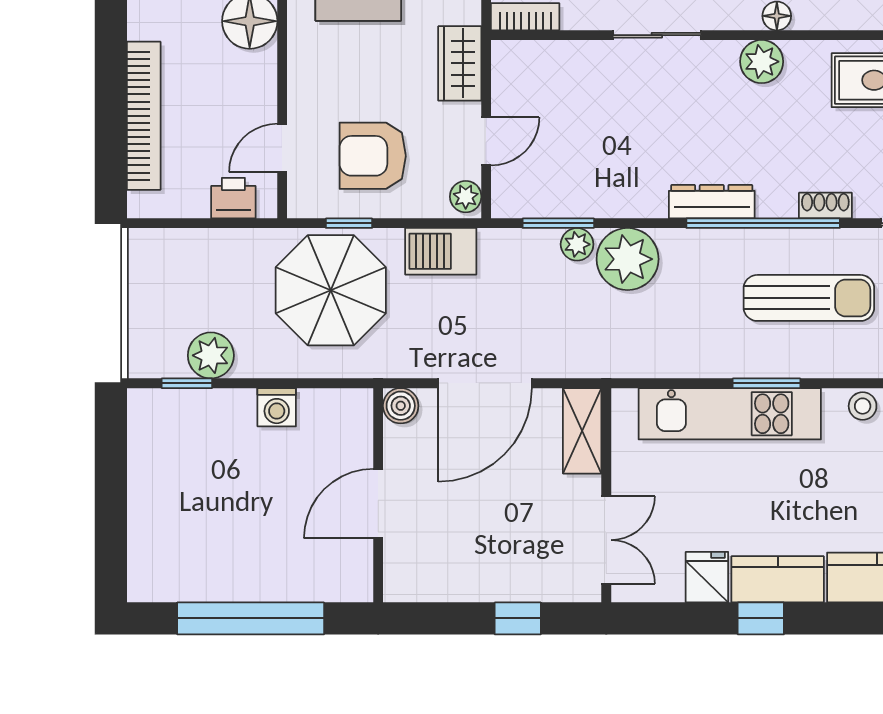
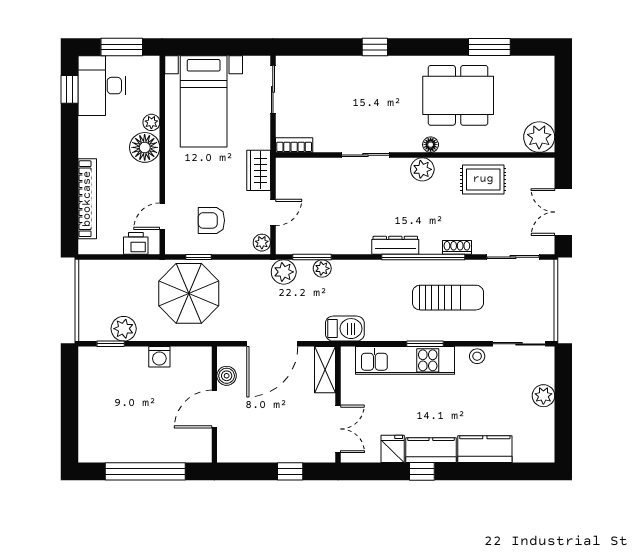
armchair: (373, 156) -> (211, 220), width x0.72, depth x0.72
barbecue: (441, 251) -> (345, 329), moved, turned 180
plant: (628, 259) -> (284, 272), moved, width x0.73, depth x0.73
boiler: (401, 406) -> (227, 376), moved

